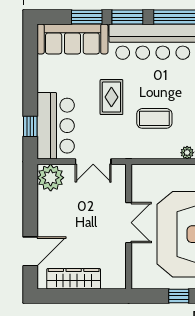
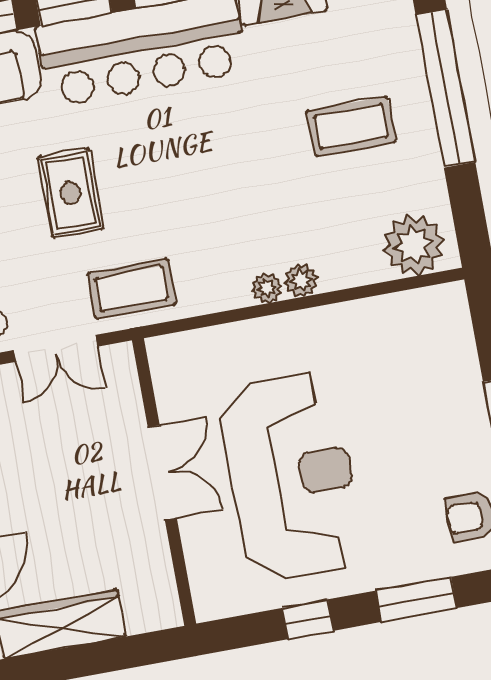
coffee table: (154, 118) -> (132, 289), moved

